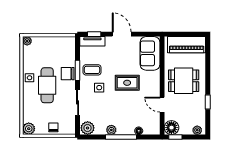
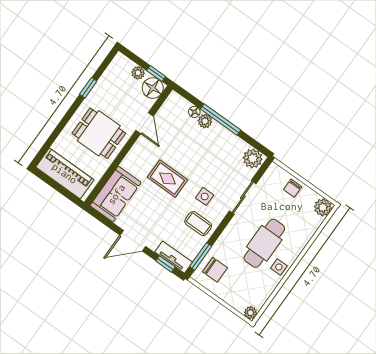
door: (122, 34) -> (133, 241), hinge flipped
window: (78, 70) -> (201, 256), moved
chair: (68, 74) -> (215, 270), moved
plant: (111, 130) -> (205, 121), moved
plant: (197, 130) -> (138, 73), moved

